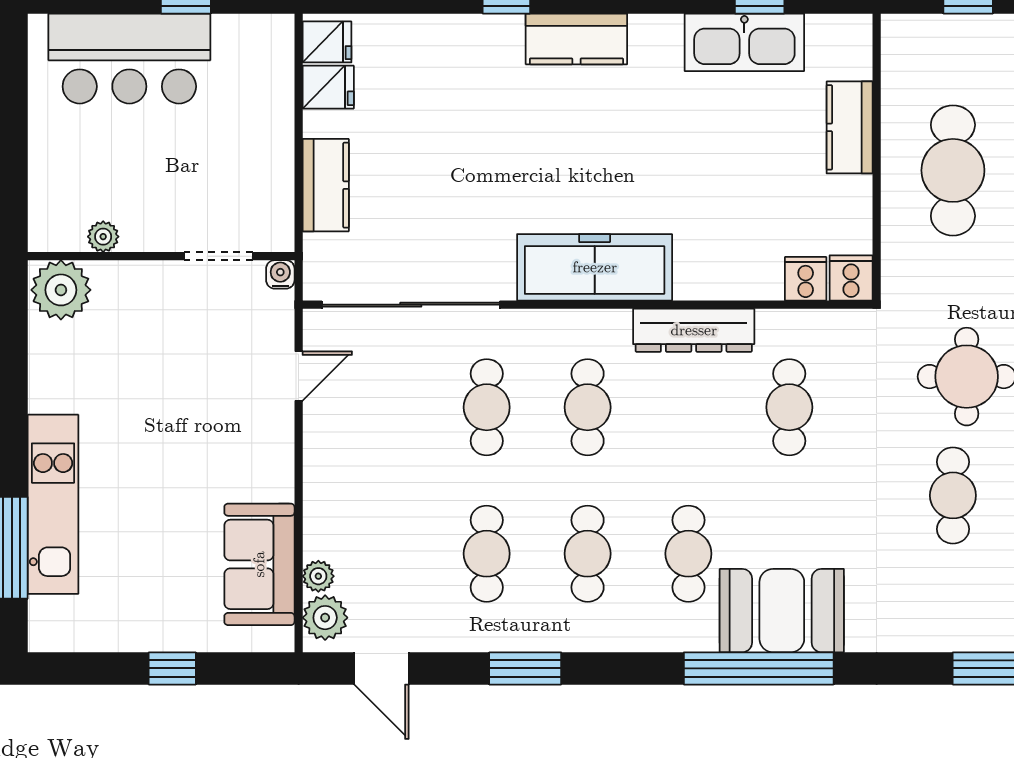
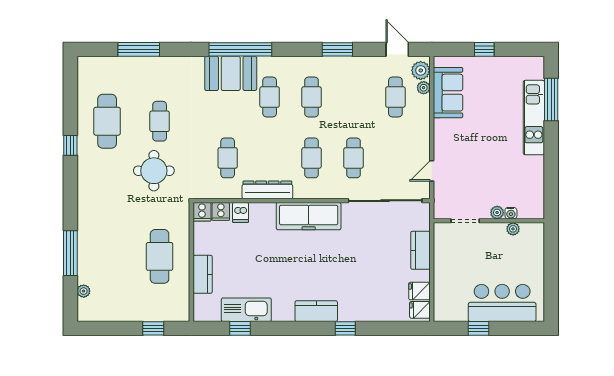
water cooler: (280, 274) -> (511, 213), moved
dishwasher: (758, 276) -> (241, 212), added
plant: (61, 290) -> (497, 212), moved, width x0.53, depth x0.53
cafe table: (487, 554) -> (395, 97), moved

